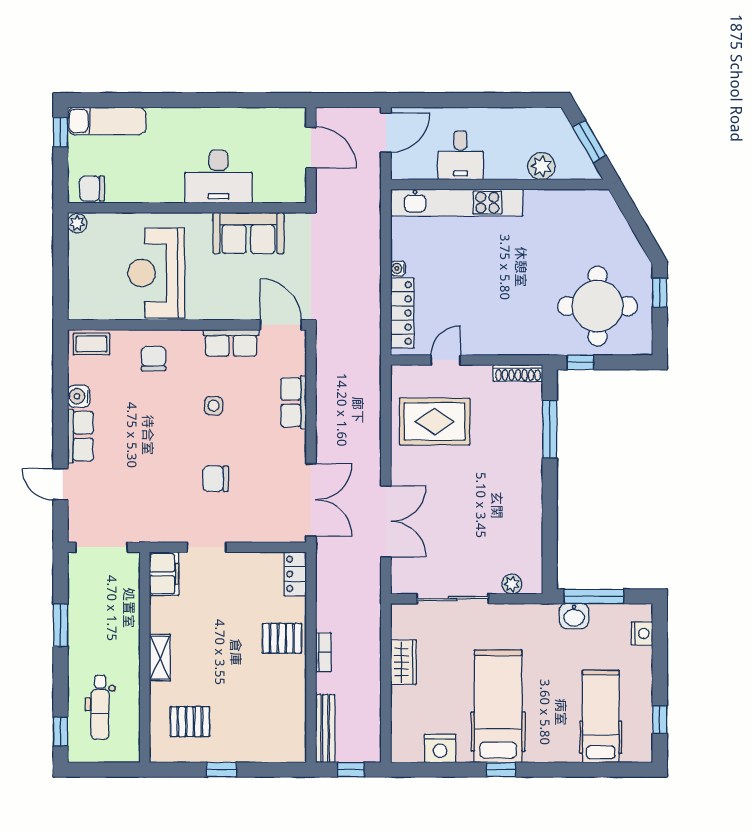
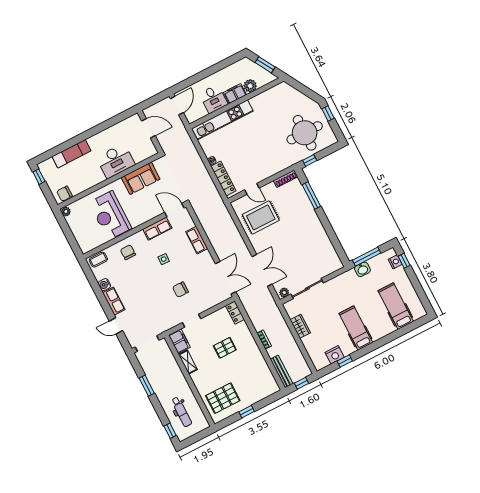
exam couch: (107, 121) -> (72, 154), moved
filing cabinet: (505, 166) -> (235, 94), added
door: (446, 360) -> (252, 189), swing flipped
plant: (512, 584) -> (284, 293), moved
pallet: (282, 638) -> (225, 348), moved
shelving: (160, 657) -> (188, 362), moved
hospital bed: (498, 706) -> (356, 328), width x0.73, depth x0.78
window: (660, 720) -> (404, 261), moved
pallet: (190, 722) -> (223, 398), width x1.50, depth x1.42
window: (501, 770) -> (345, 361), moved

